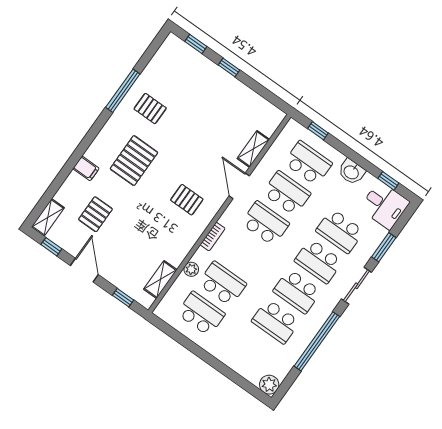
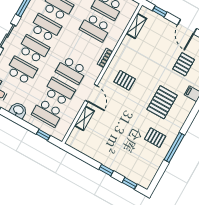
school desk: (287, 193) -> (59, 92), turned 180
plant: (191, 269) -> (117, 35), removed

